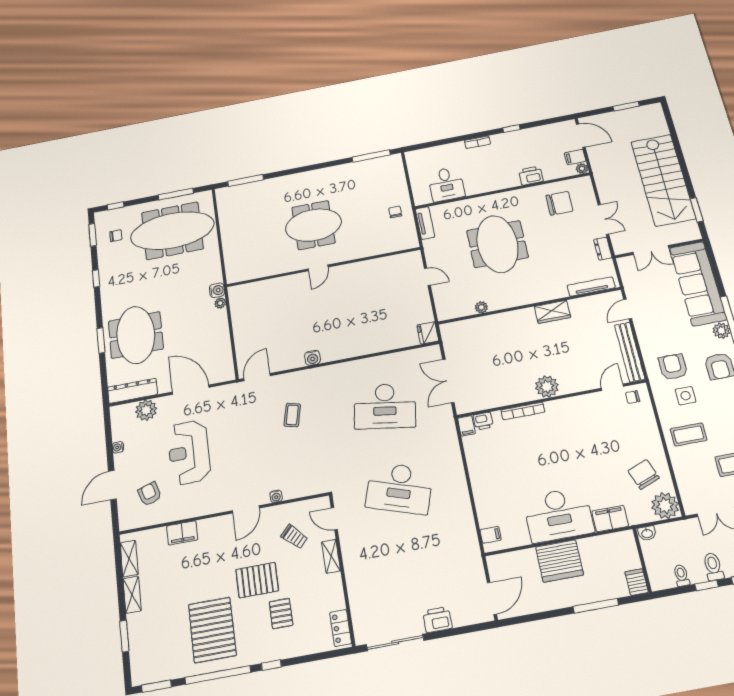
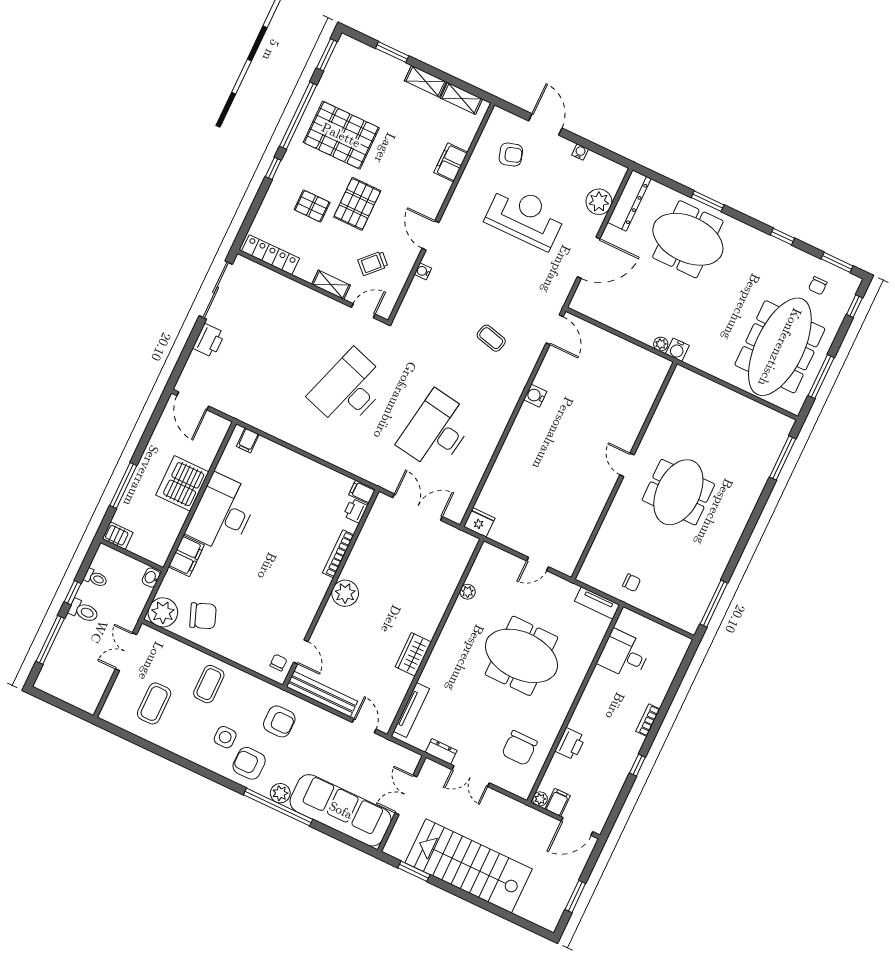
side table: (686, 396) -> (225, 737), moved
locker: (341, 628) -> (270, 255), width x1.53

